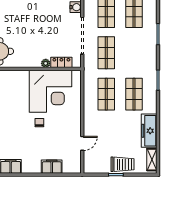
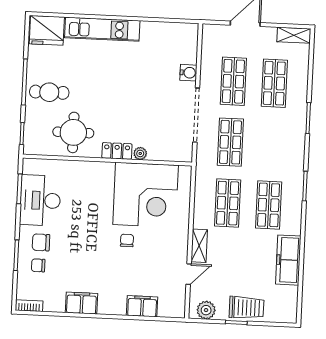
locker: (61, 62) -> (117, 151), moved
shelving: (152, 160) -> (199, 246), moved
plant: (95, 167) -> (206, 310), added

